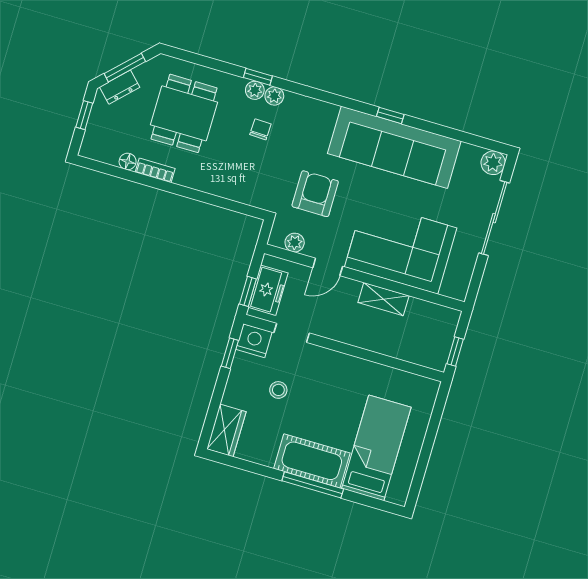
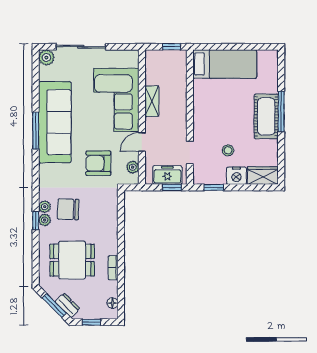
window: (390, 115) -> (36, 131), width x2.17
chair: (260, 129) -> (68, 209), width x1.87, depth x1.87
floor lamp: (128, 161) -> (113, 303), moved
door: (328, 267) -> (142, 142), swing flipped
nightstand: (254, 341) -> (236, 176), moved, turned -90
bed: (376, 448) -> (225, 64), moved, turned 180

